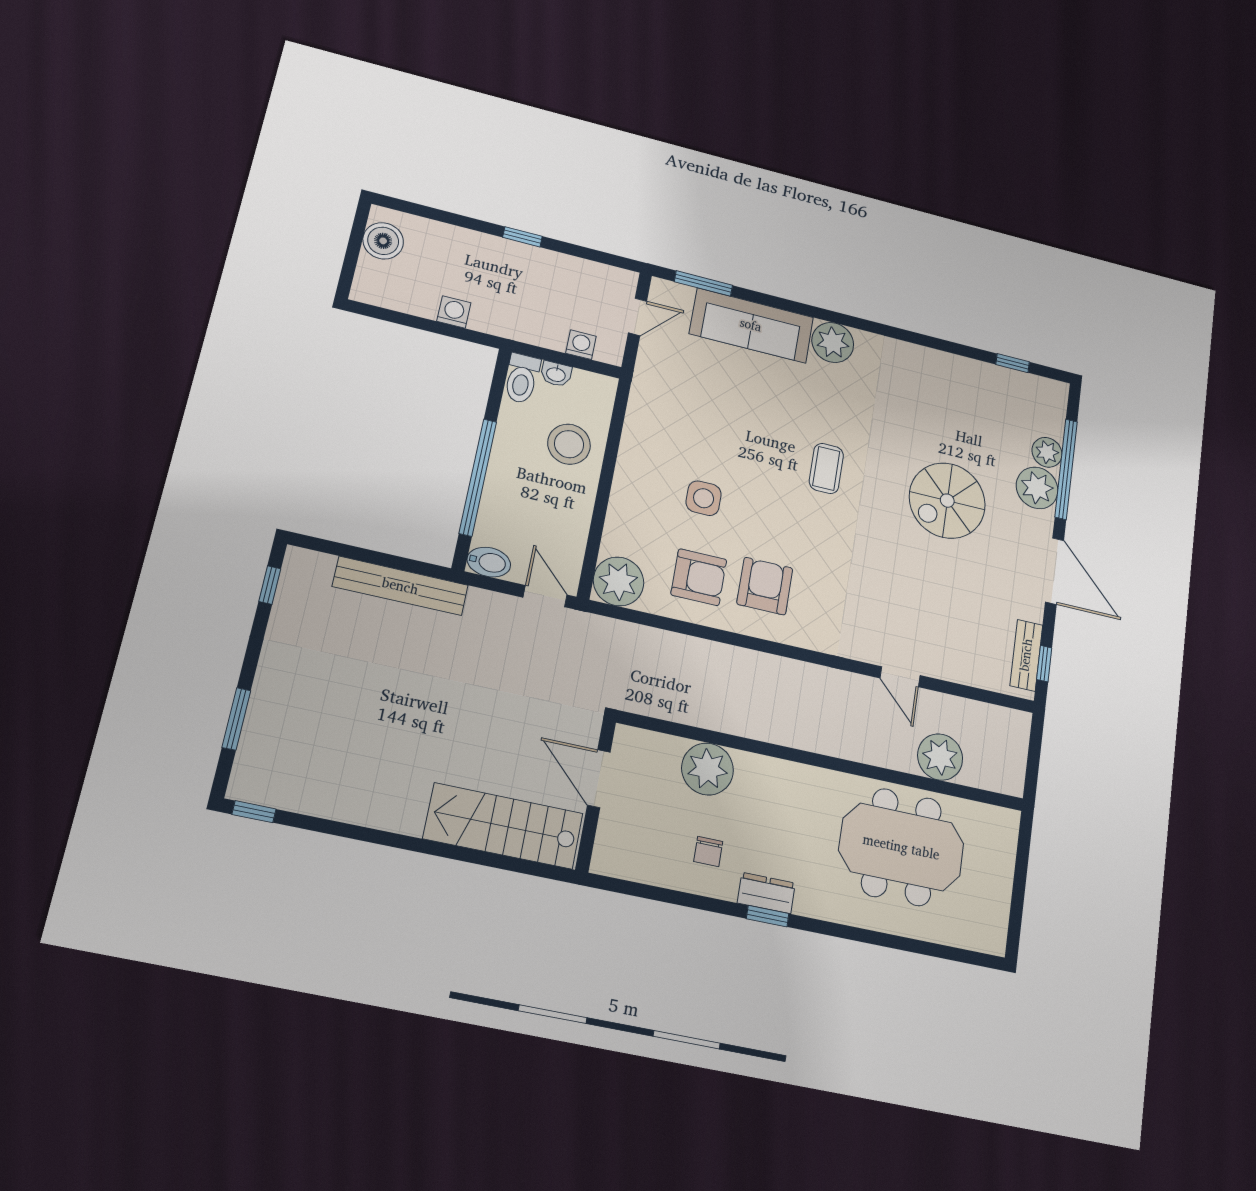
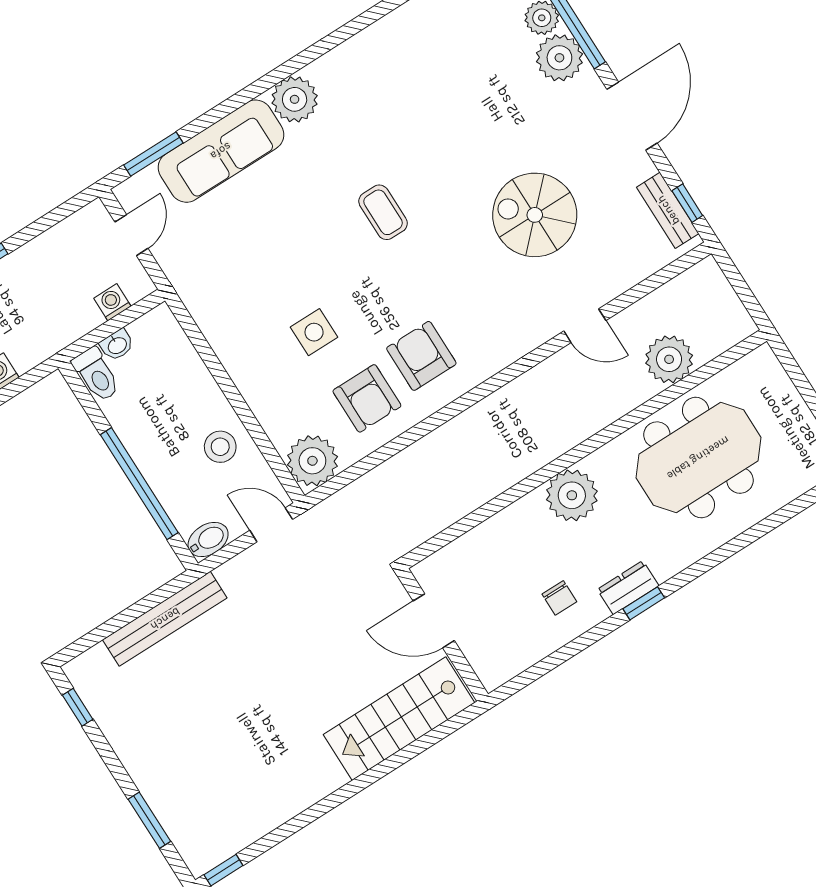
stool: (569, 444) -> (220, 447), moved, width x0.73, depth x0.73
spiral stairs: (947, 501) -> (535, 215), moved, turned 90
door: (1055, 571) -> (632, 116), hinge flipped
armchair: (699, 577) -> (367, 398), turned 90
plant: (707, 769) -> (572, 495), moved

